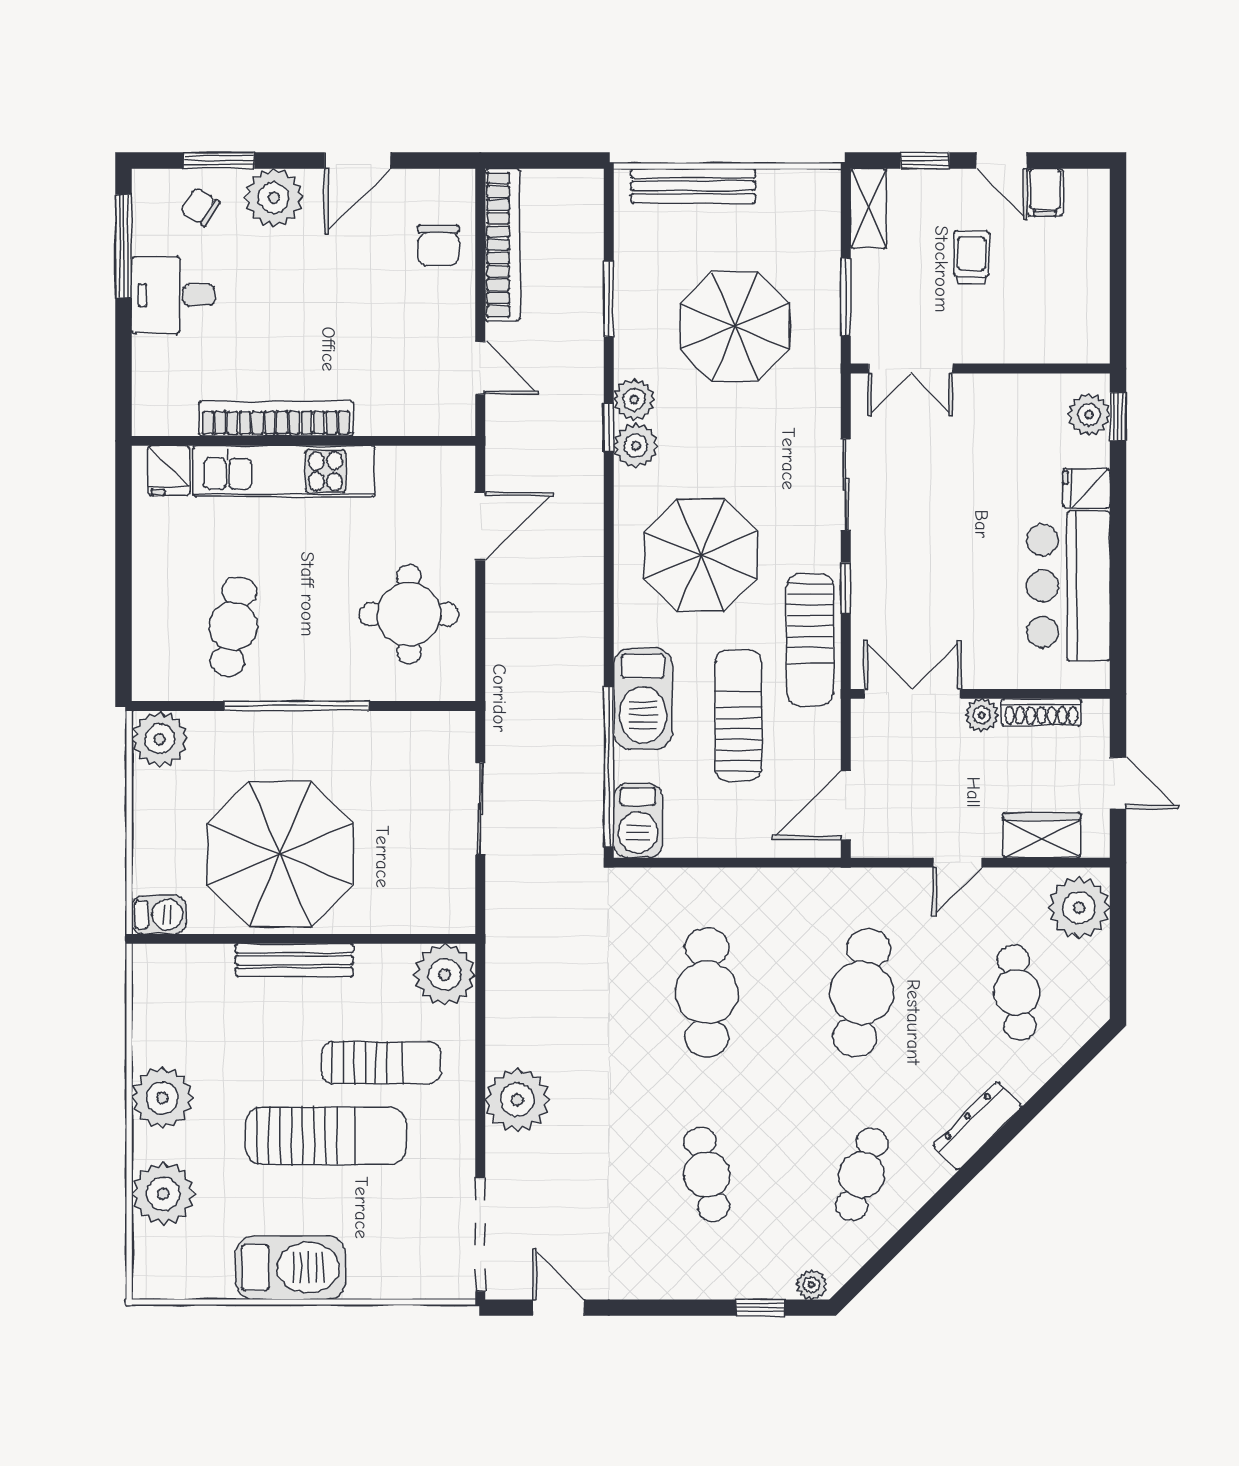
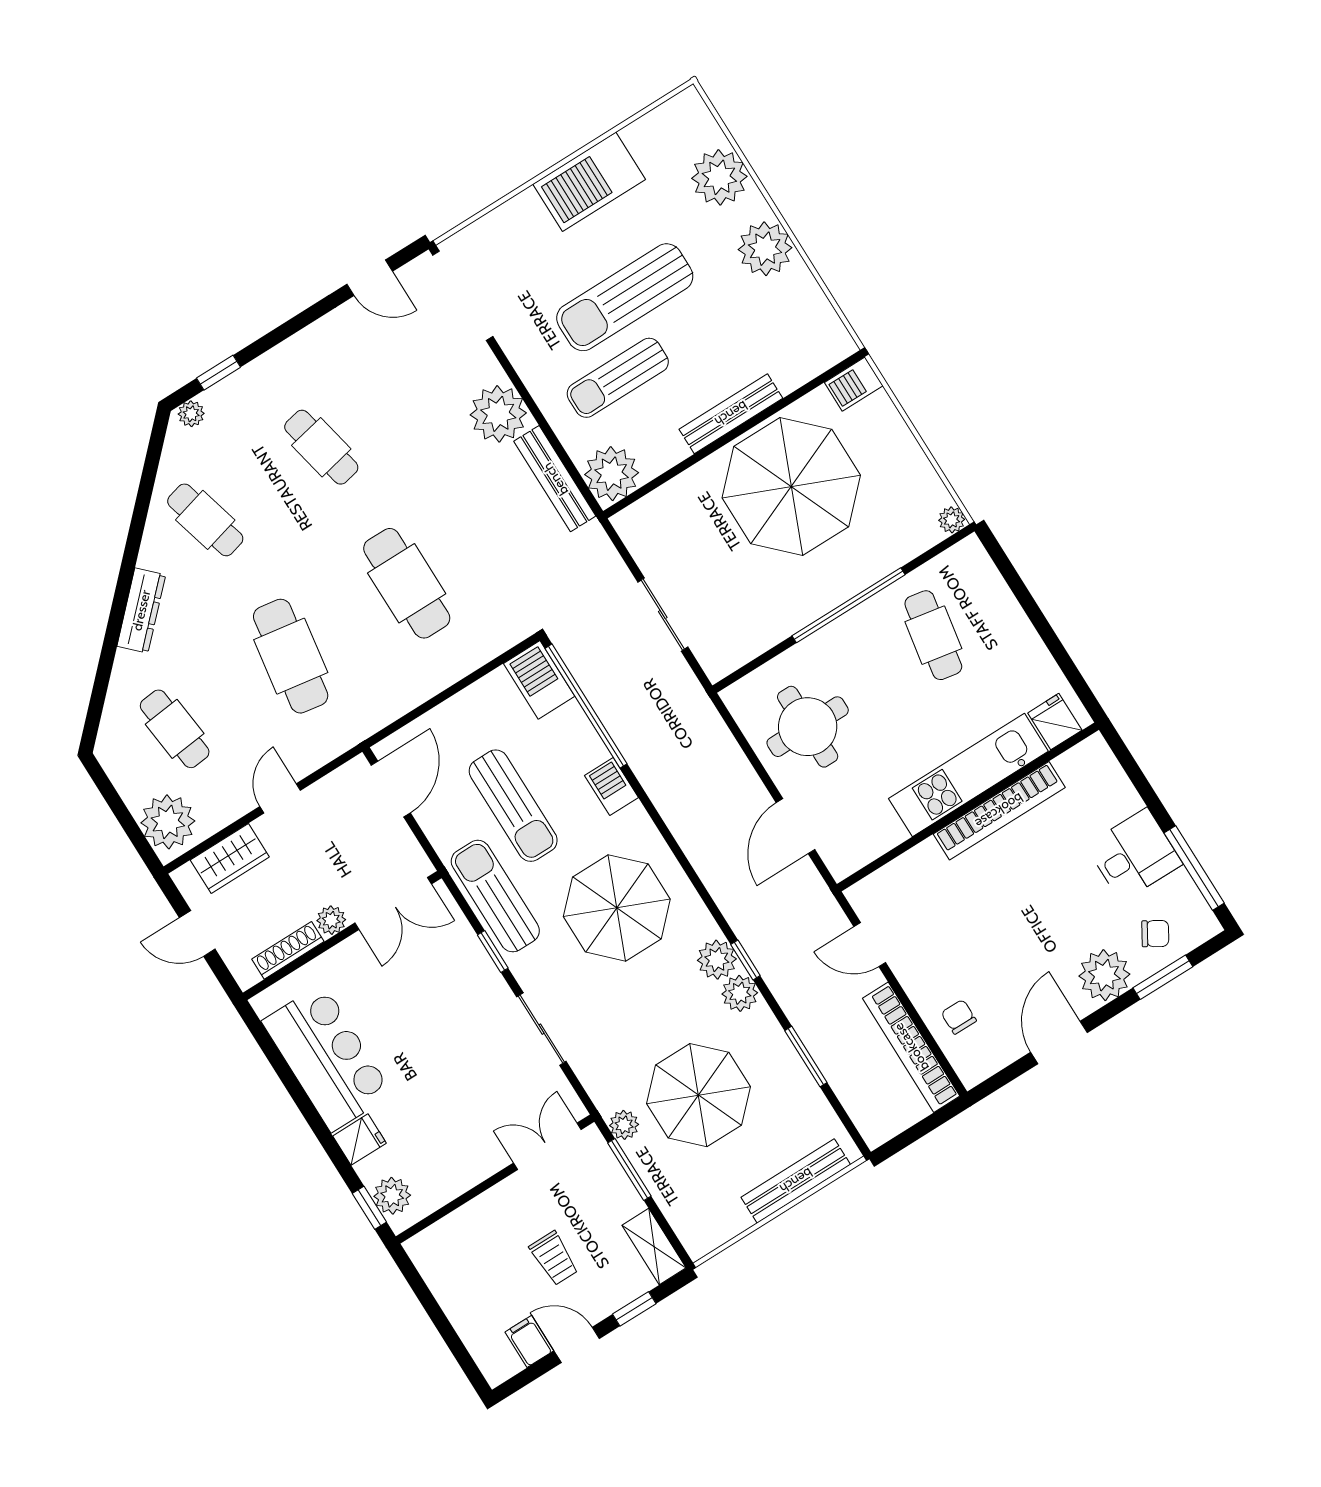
chair: (438, 245) -> (959, 1017), width x0.73, depth x0.73
plant: (824, 343) -> (624, 1125), added
barbecue: (643, 699) -> (612, 787), width x0.53, depth x0.65
plant: (160, 739) -> (952, 520), width x0.53, depth x0.53
bench: (502, 1004) -> (555, 479), added
cafe table: (862, 1174) -> (205, 520), turned -33

